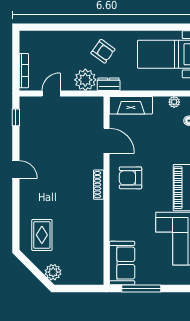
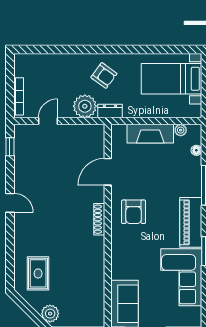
fireplace: (131, 105) -> (150, 134), moved
door: (107, 141) -> (108, 172), swing flipped
armchair: (131, 178) -> (134, 212), turned -90

